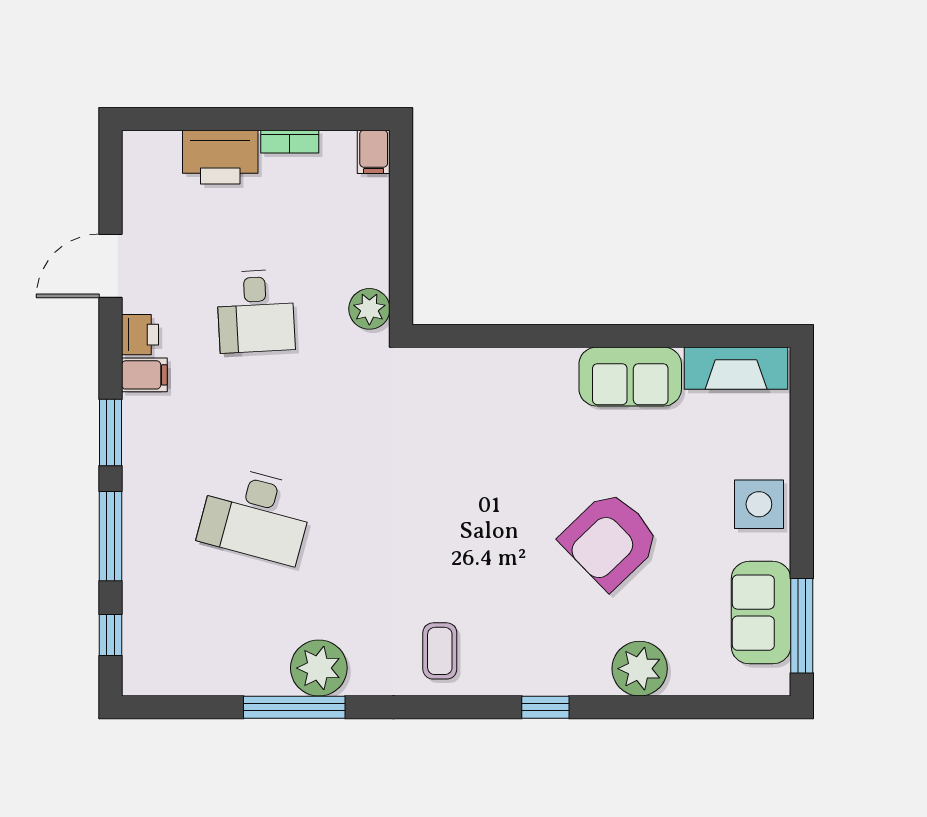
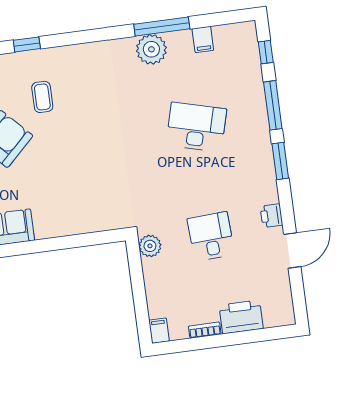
filing cabinet: (144, 375) -> (203, 39), moved, turned -90
coffee table: (440, 651) -> (42, 97), moved

